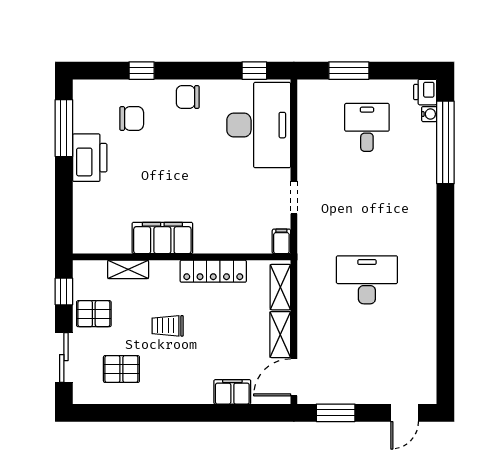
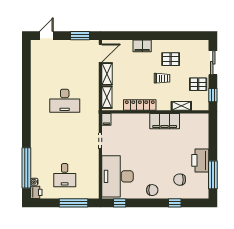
window: (349, 71) -> (74, 203), width x1.44
pallet: (121, 369) -> (171, 59), moved
filing cabinet: (232, 392) -> (142, 46), moved

